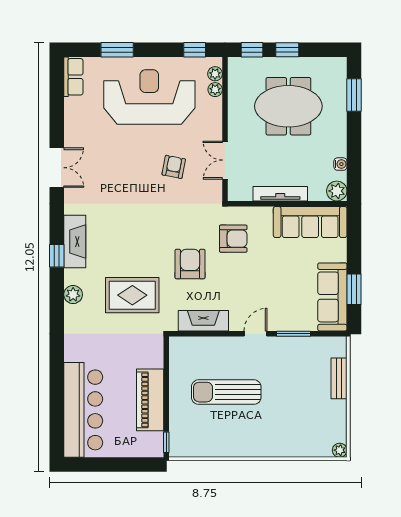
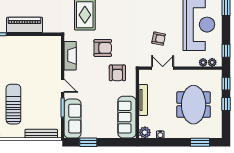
sofa: (332, 297) -> (73, 119), moved, turned 90
bench: (339, 378) -> (41, 134), width x1.36
sun lounger: (226, 392) -> (13, 104), moved

